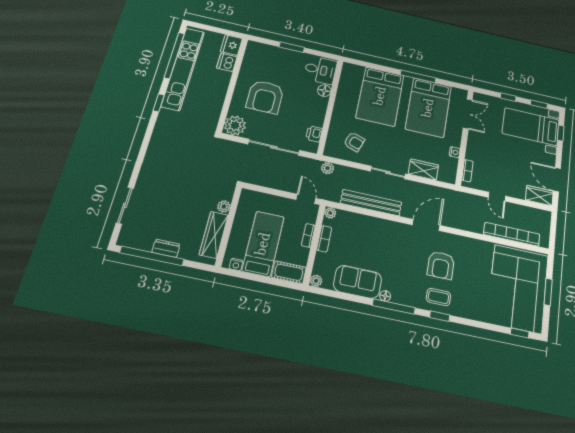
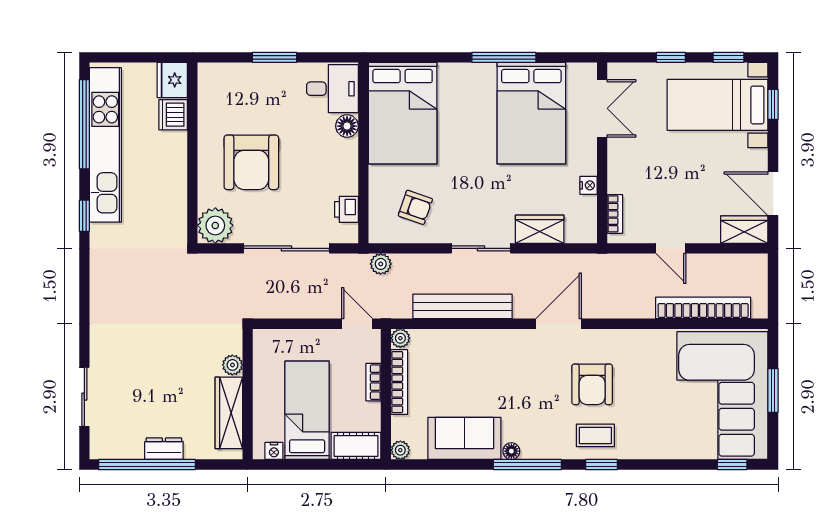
bed: (380, 96) -> (403, 113), moved
bookcase: (324, 239) -> (399, 382), width x1.56

